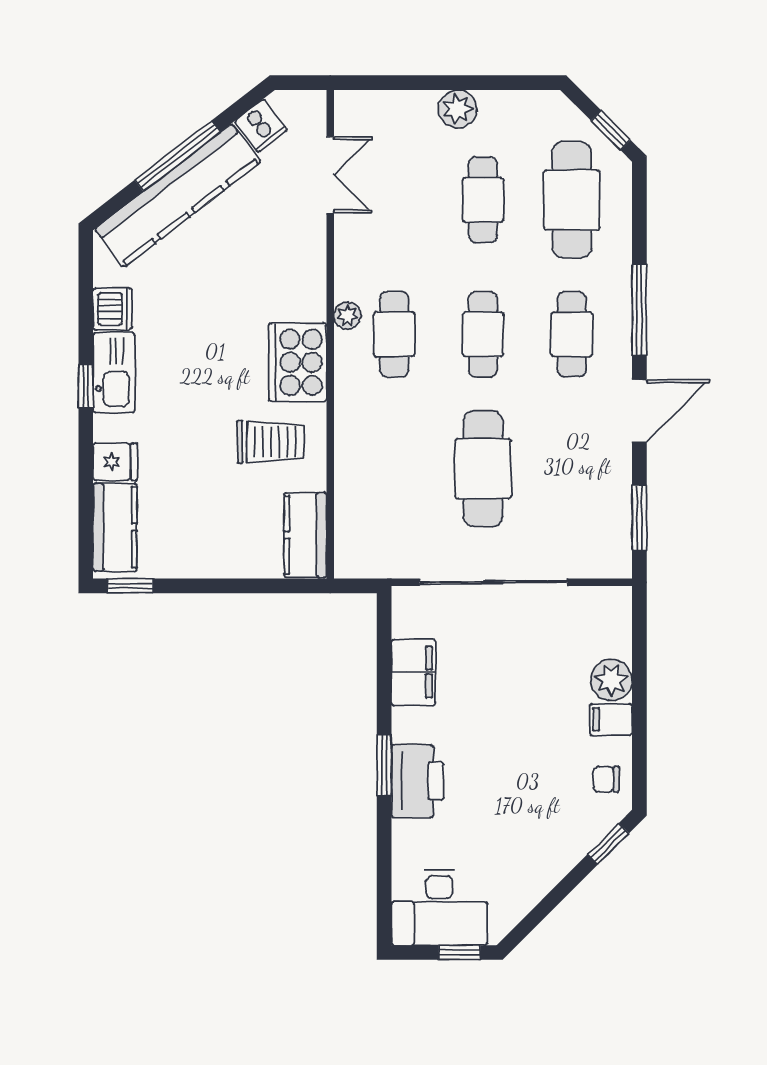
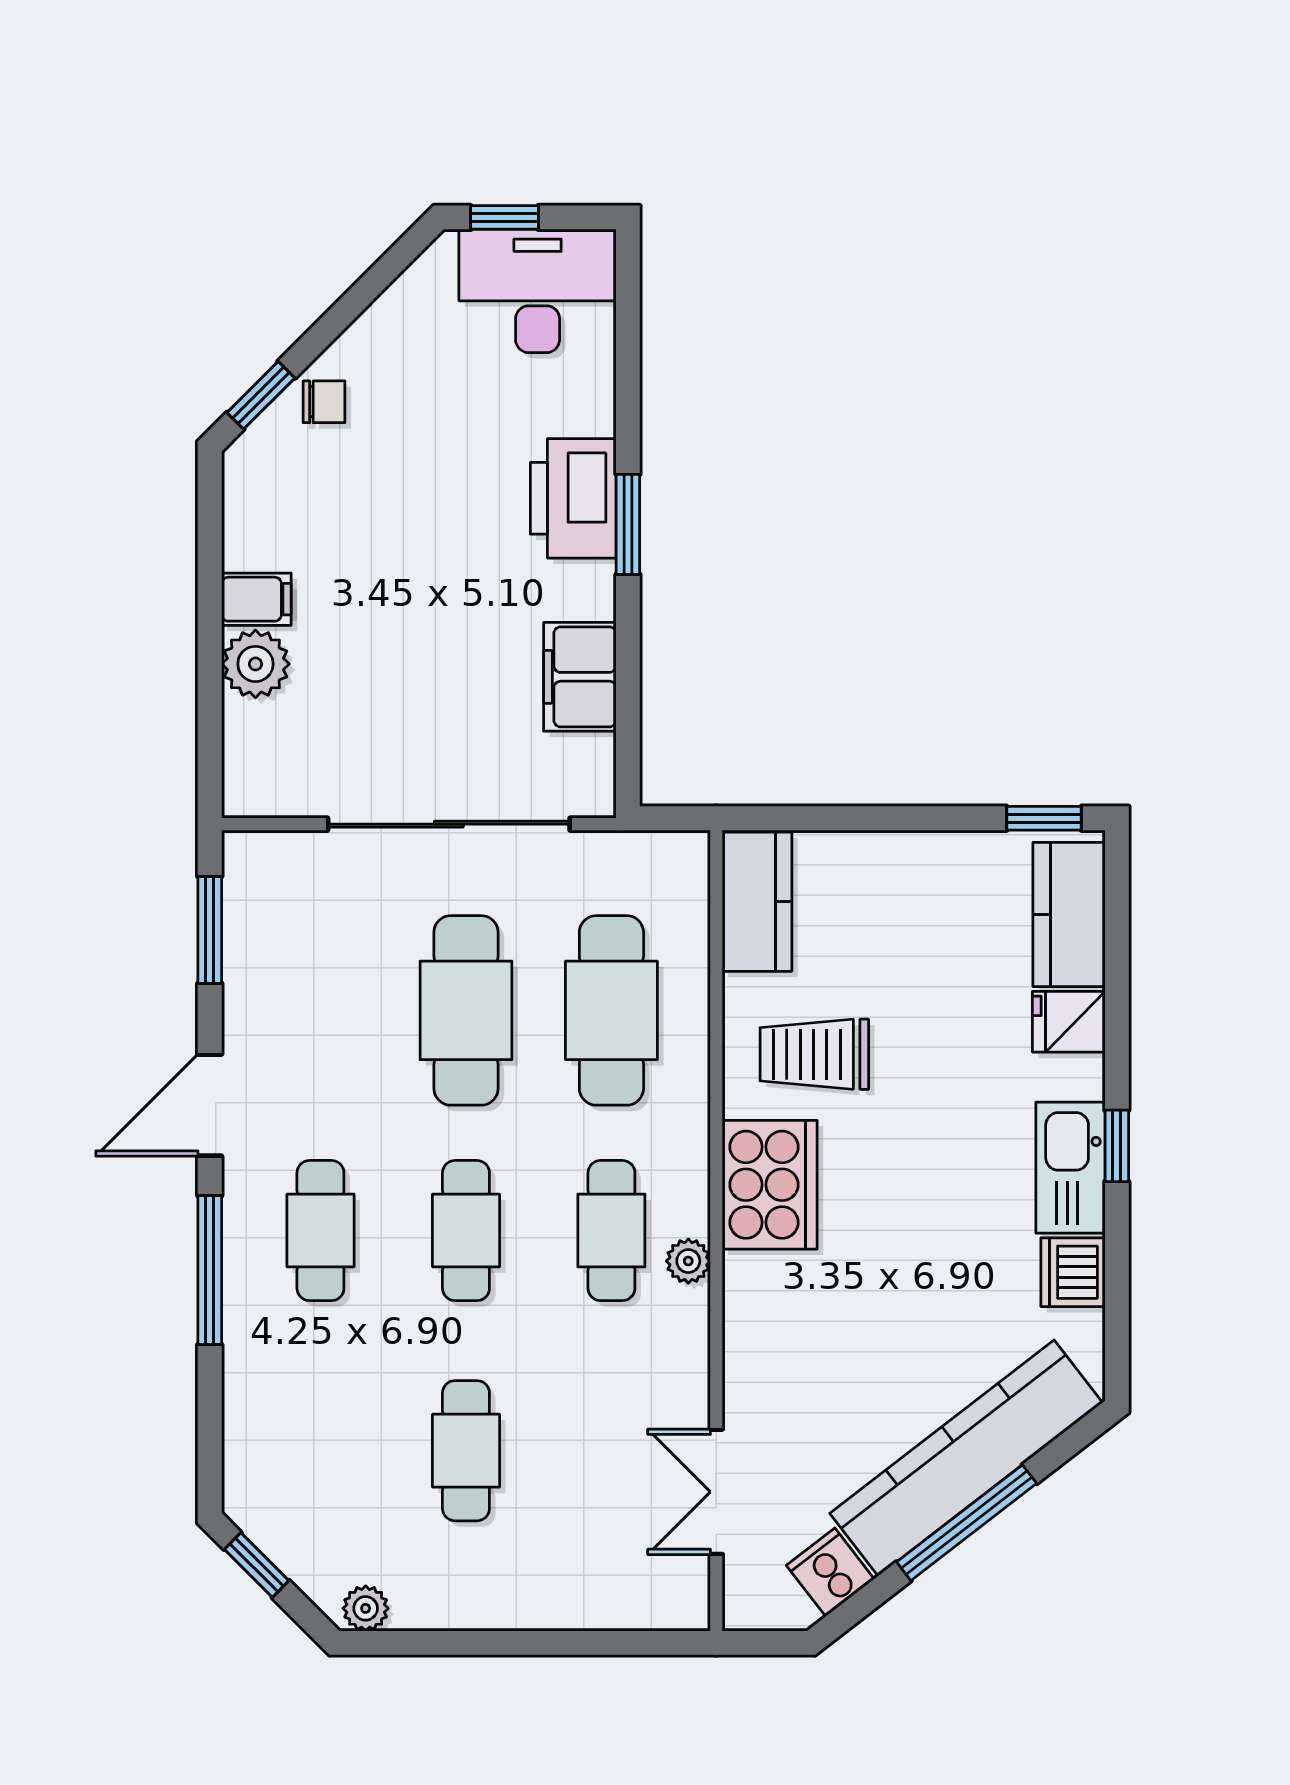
plant: (458, 109) -> (366, 1608), moved, width x0.73, depth x0.73
cafe table: (572, 200) -> (611, 1010), moved
chair: (606, 779) -> (324, 402), moved

